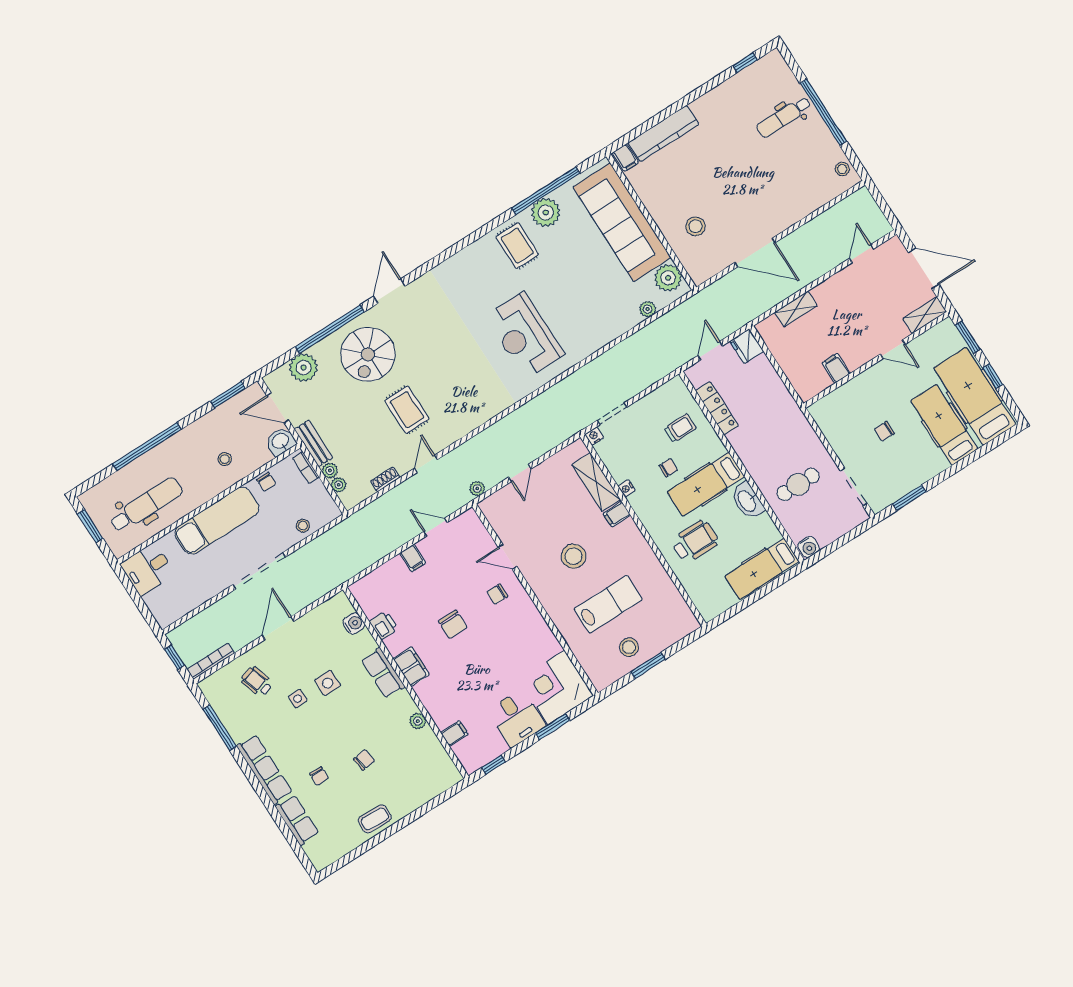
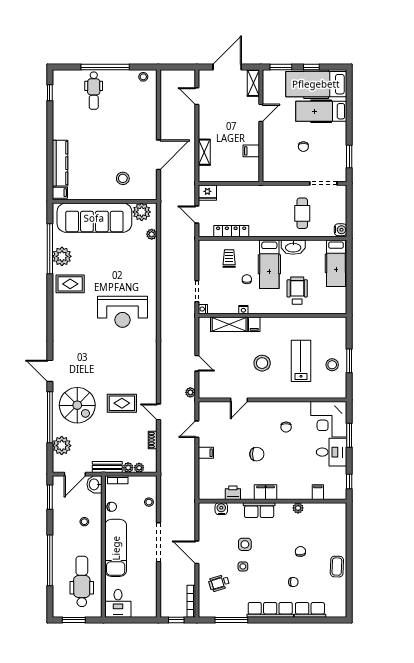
chair: (497, 594) -> (286, 427), moved

